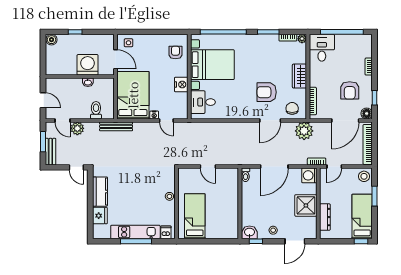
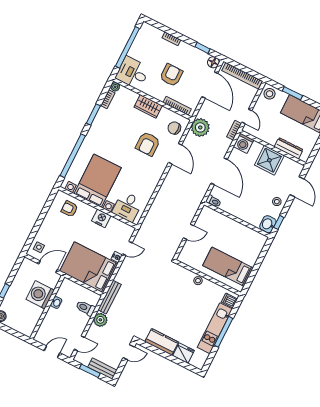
armchair: (350, 90) -> (171, 75), moved, turned -90
plant: (77, 128) -> (100, 320), moved

